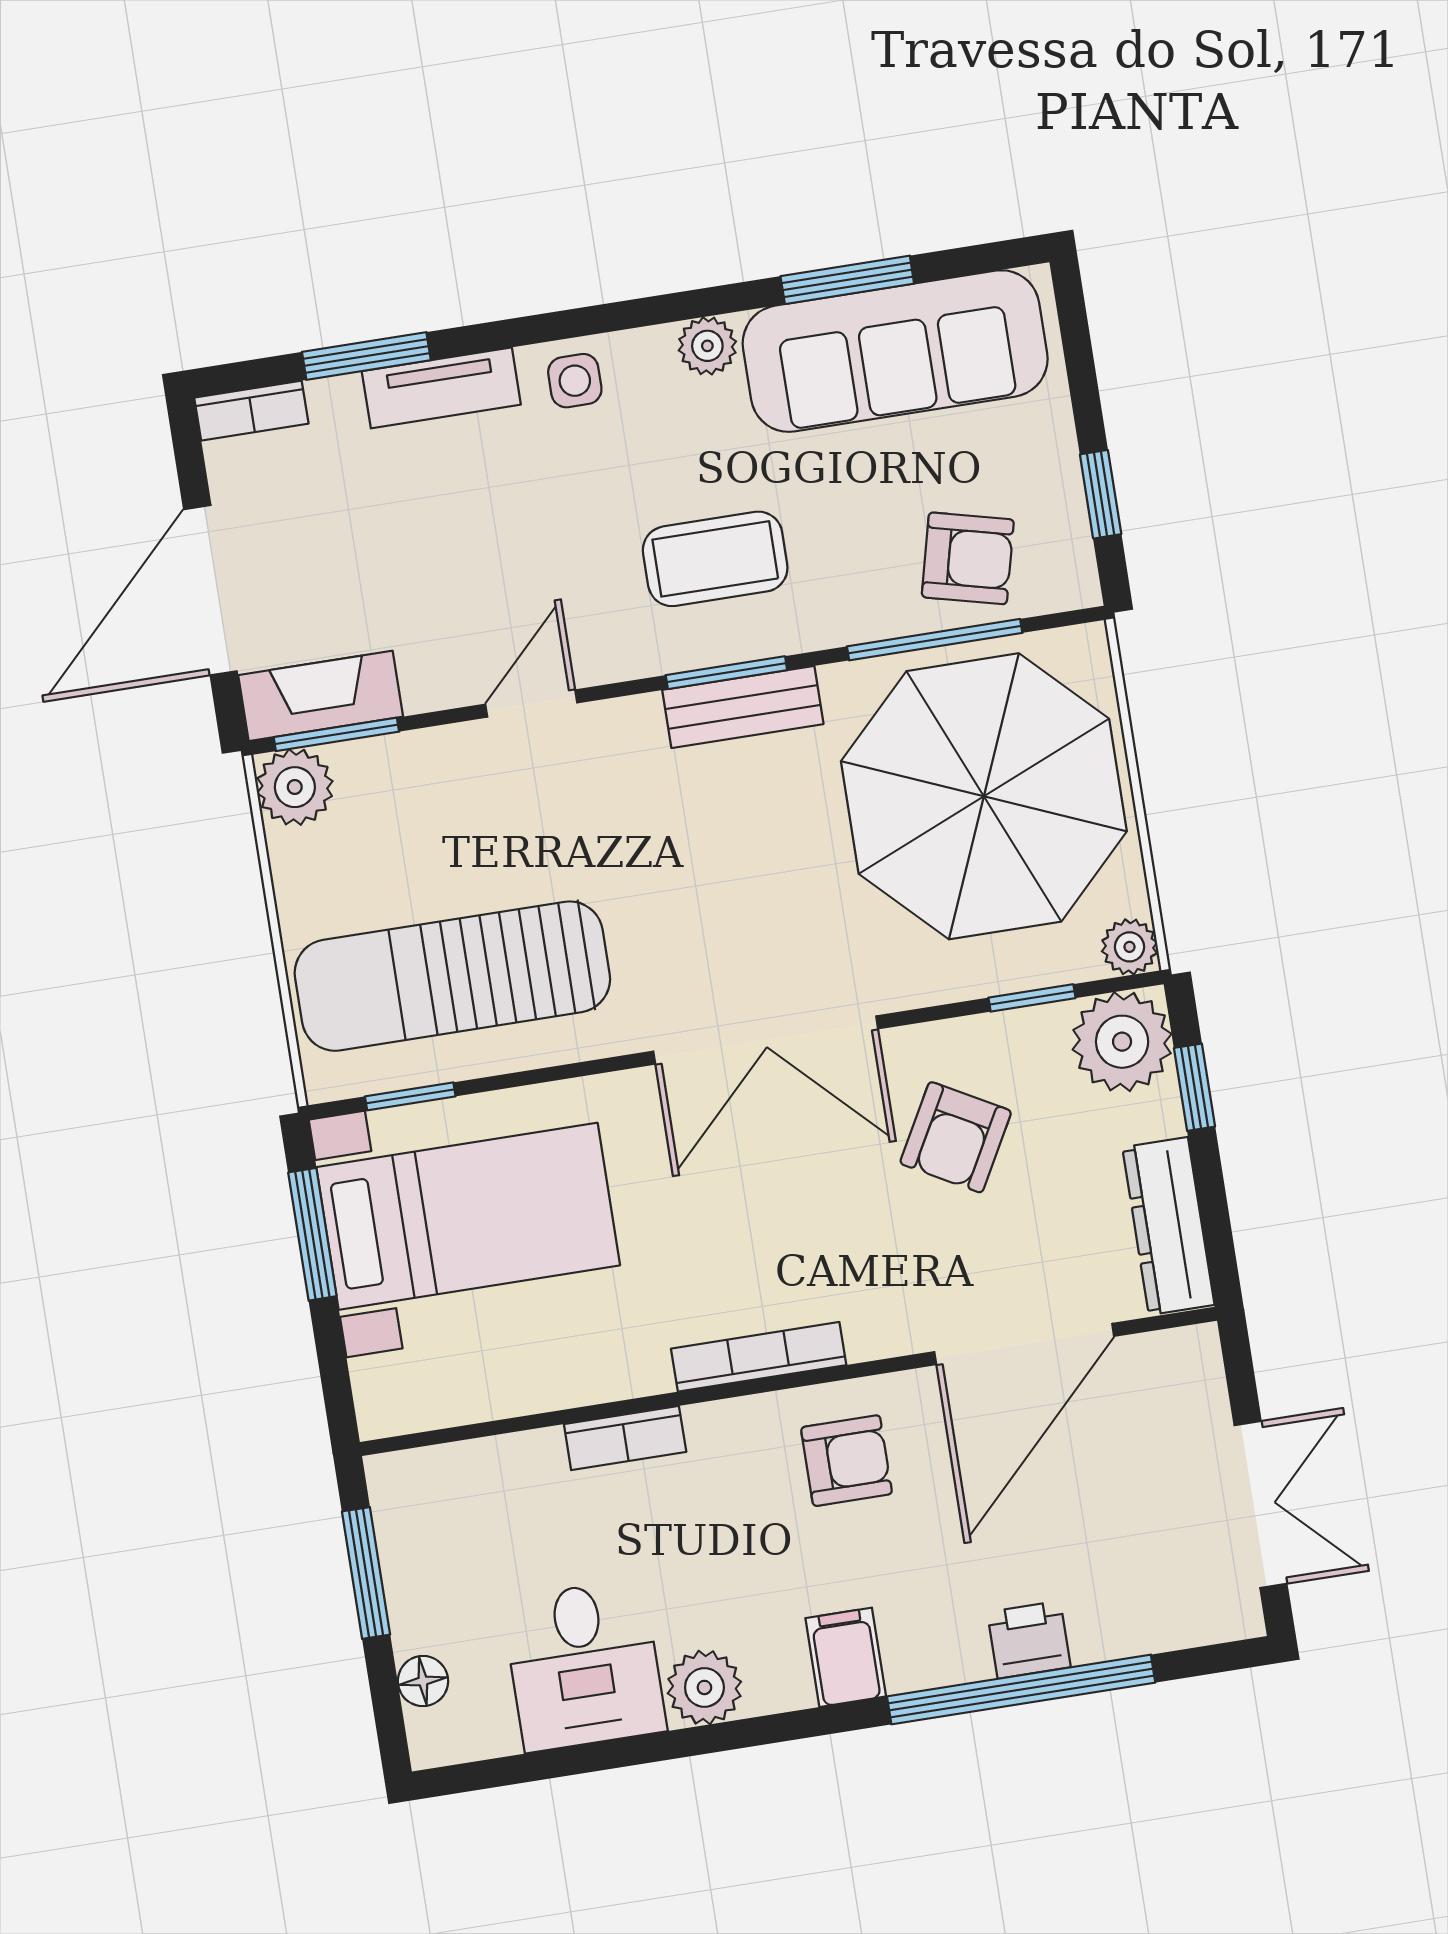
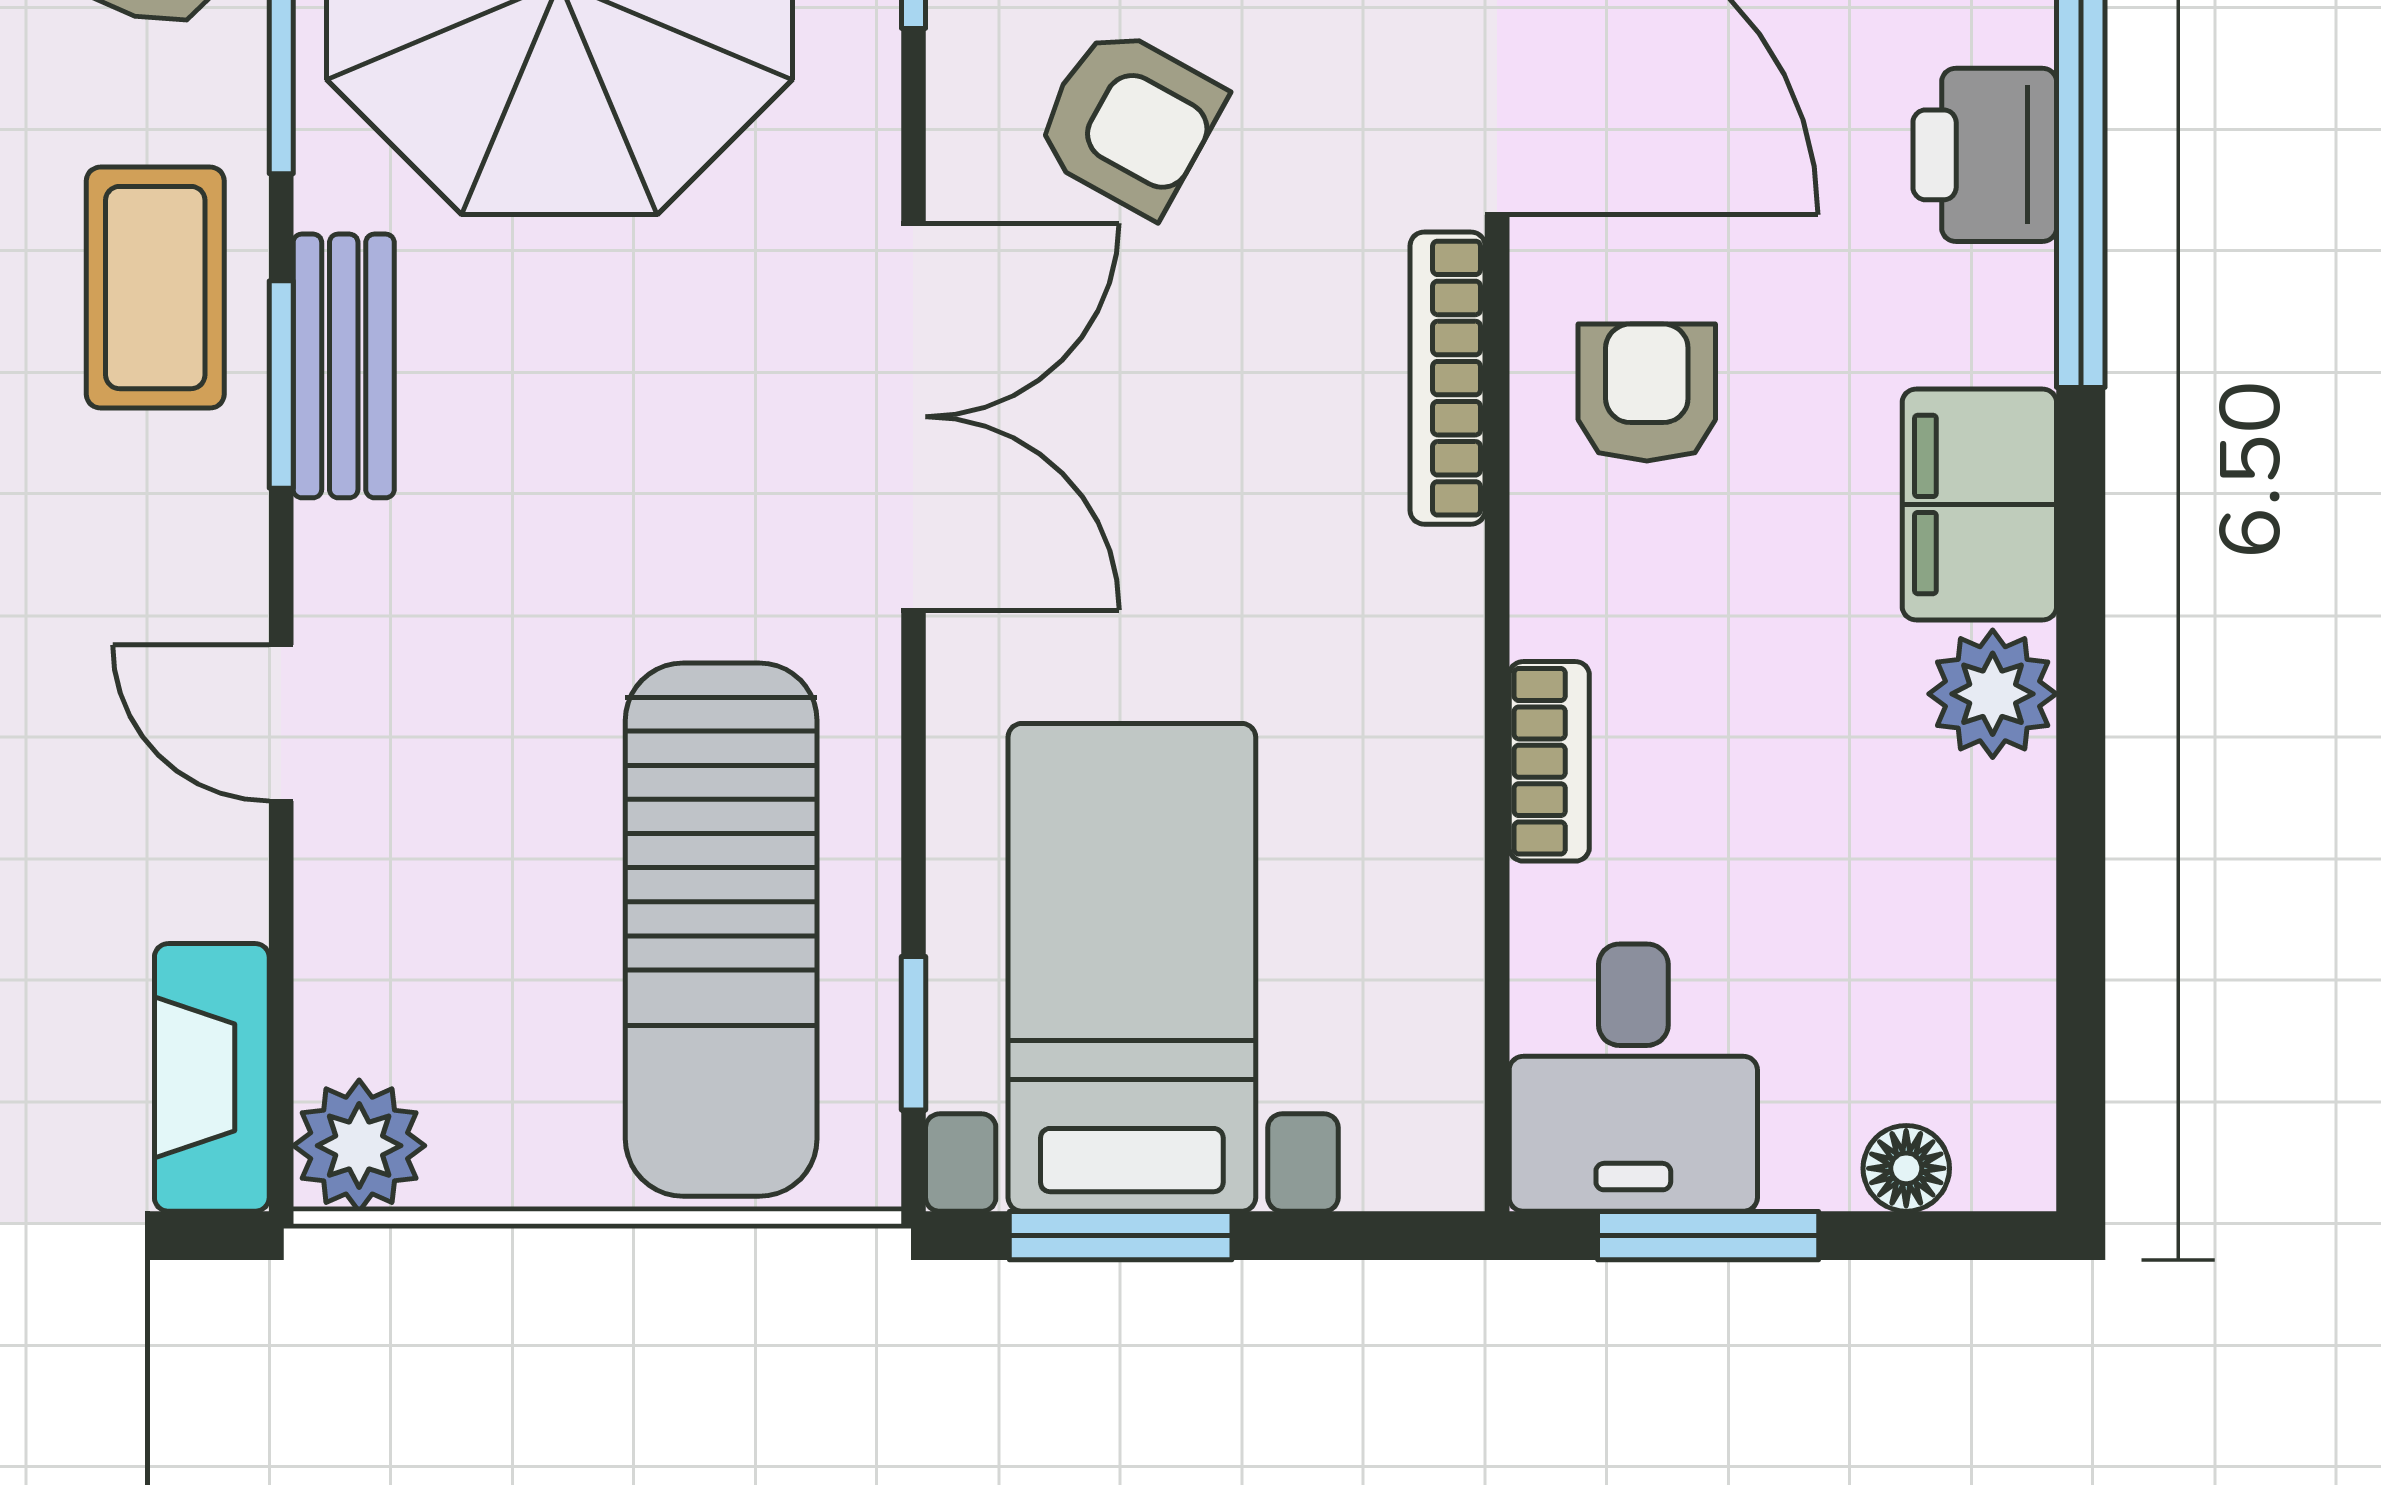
coffee table: (715, 559) -> (155, 288), moved
window: (336, 734) -> (281, 1061), removed
bookcase: (759, 1357) -> (1448, 378), moved
printer: (1029, 1640) -> (1985, 155), width x1.36, depth x1.24
filing cabinet: (846, 1657) -> (1979, 504), width x2.00
desk: (584, 1665) -> (1633, 1078), moved, turned 90

